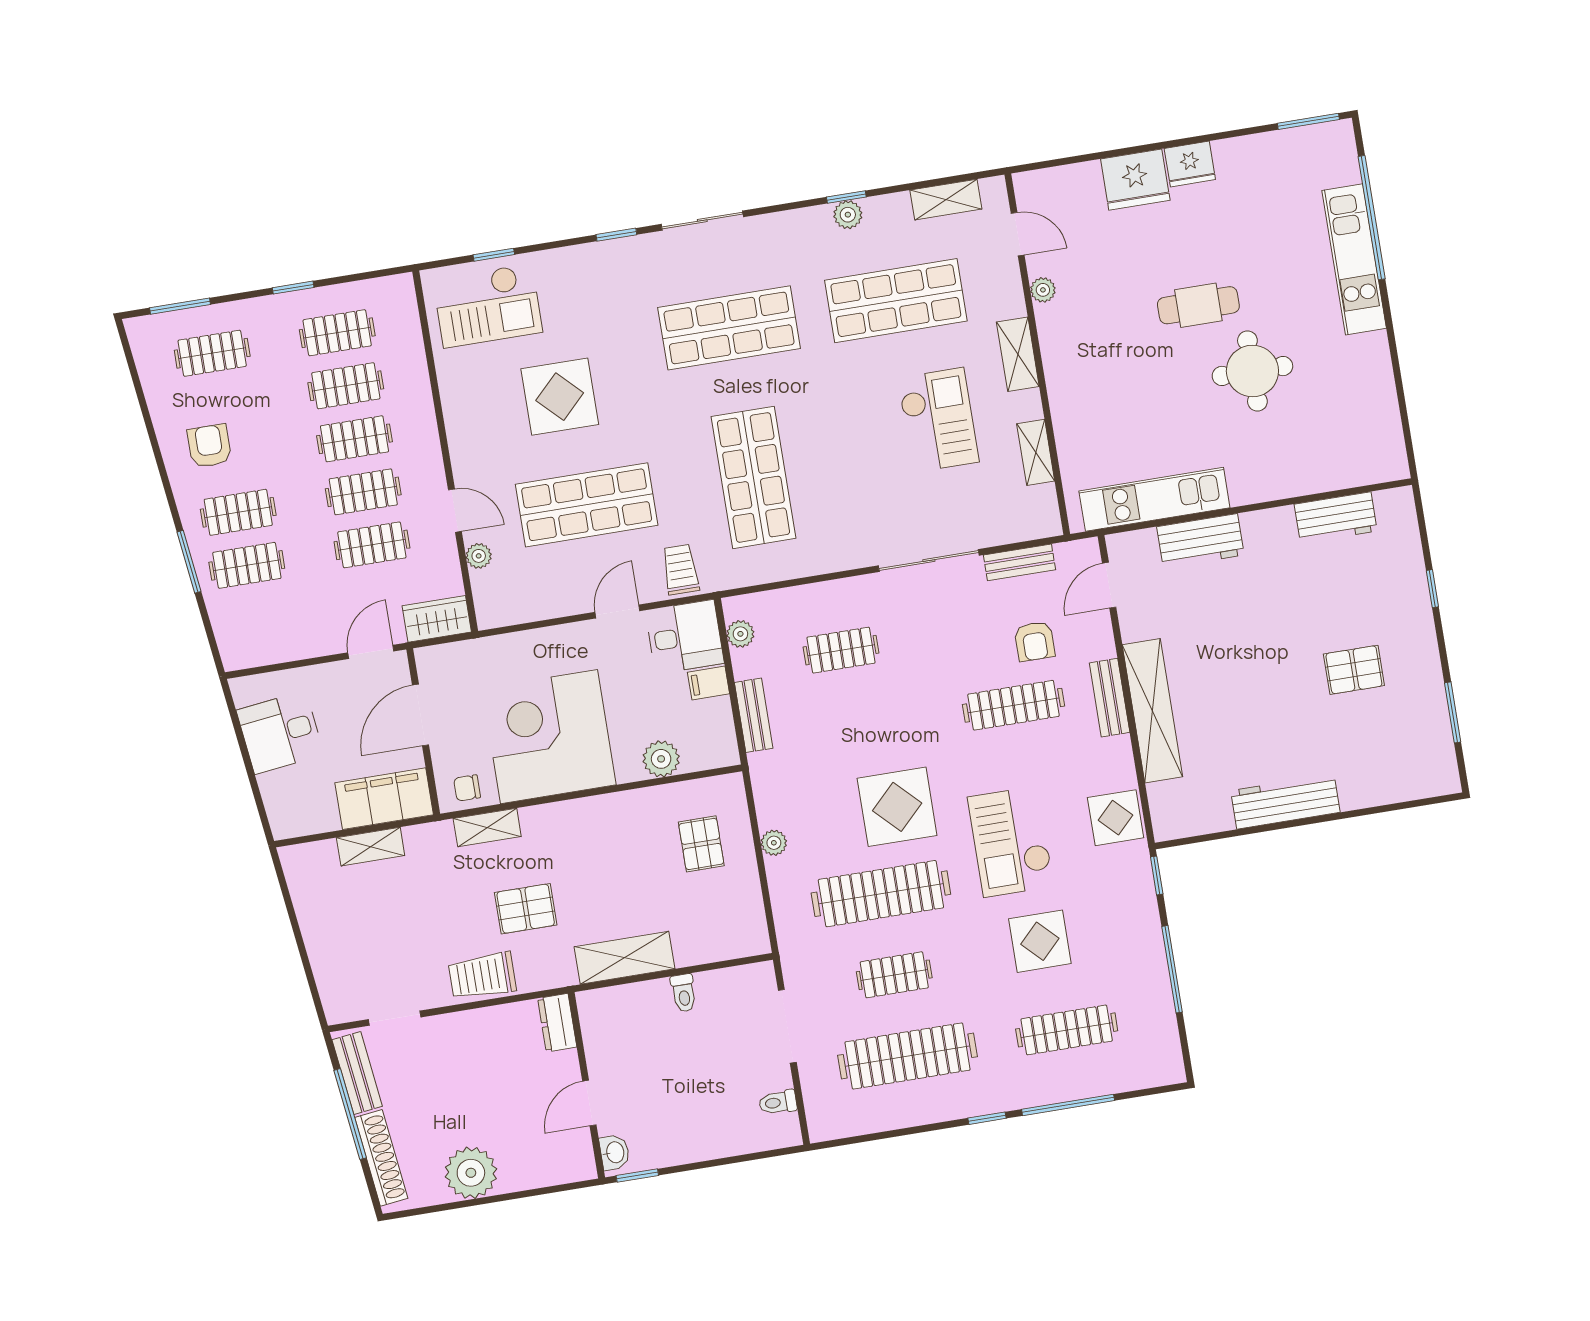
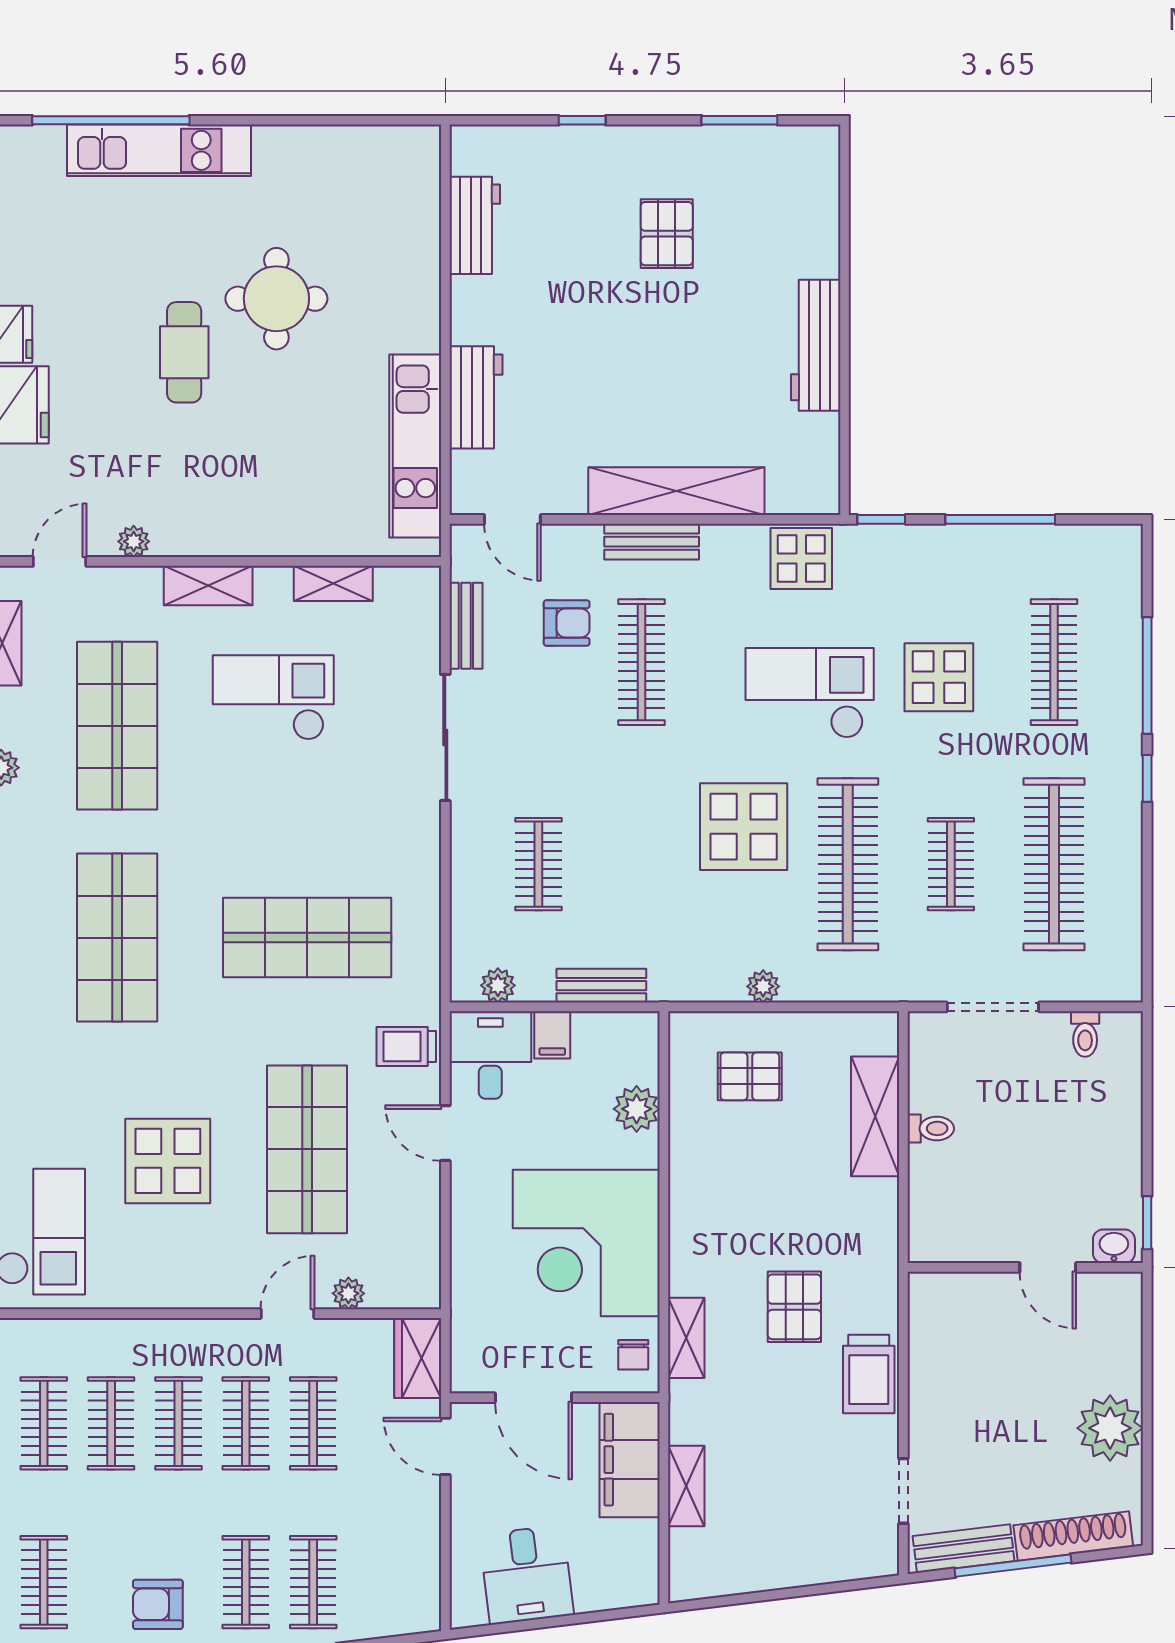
checkout: (1011, 842) -> (810, 693), turned 180
shelving: (624, 958) -> (875, 1116), moved
dresser: (557, 1023) -> (942, 1291), removed

